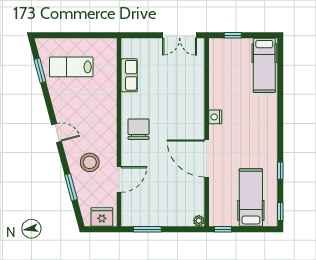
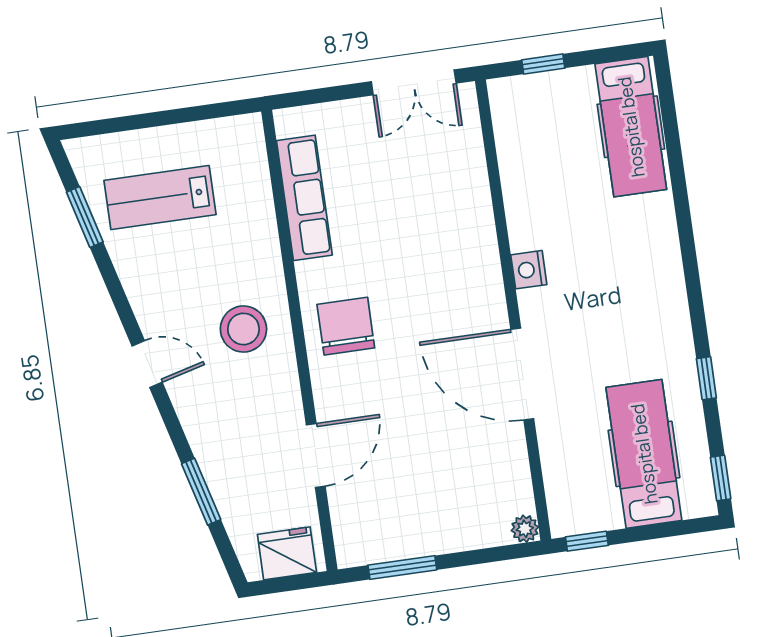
row of seats: (129, 75) -> (304, 198), width x1.48
stool: (90, 162) -> (243, 329), moved

